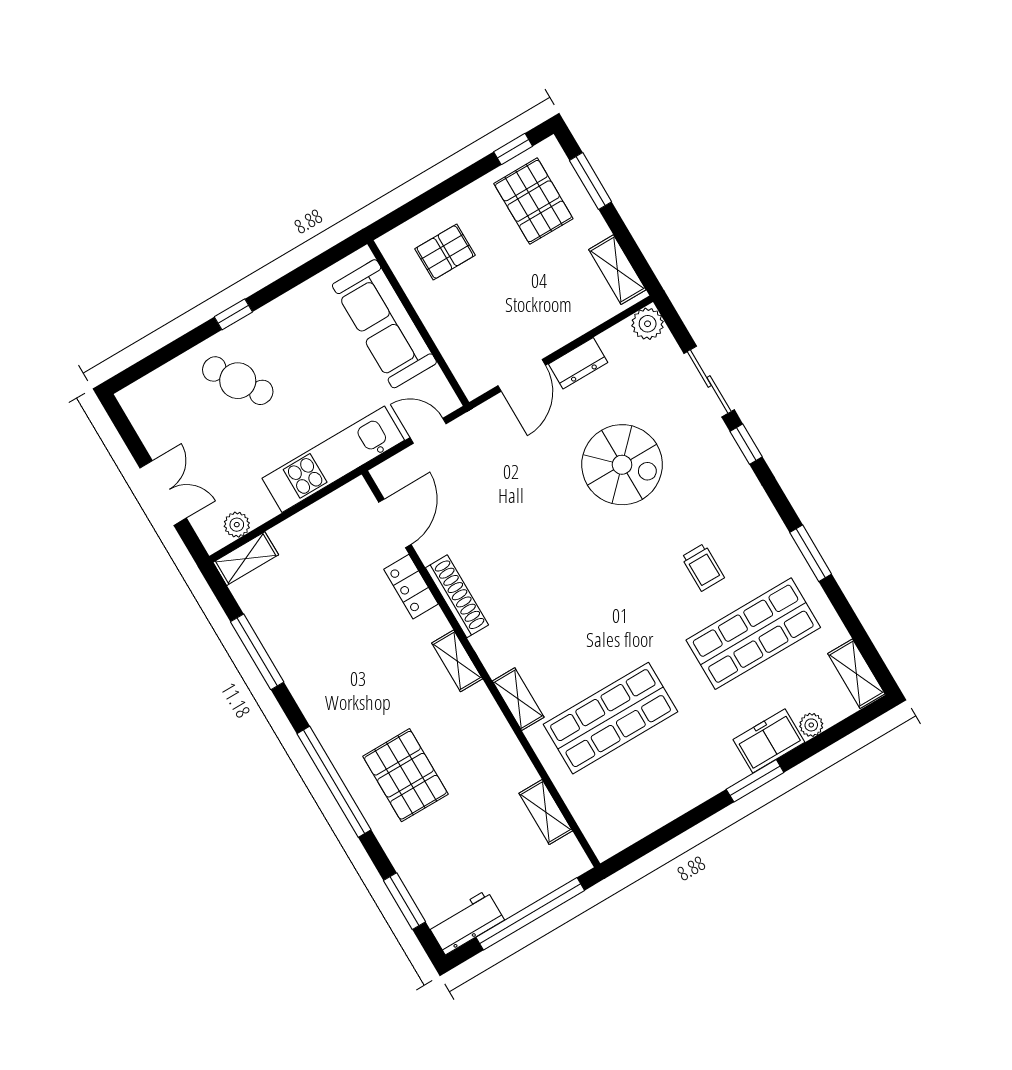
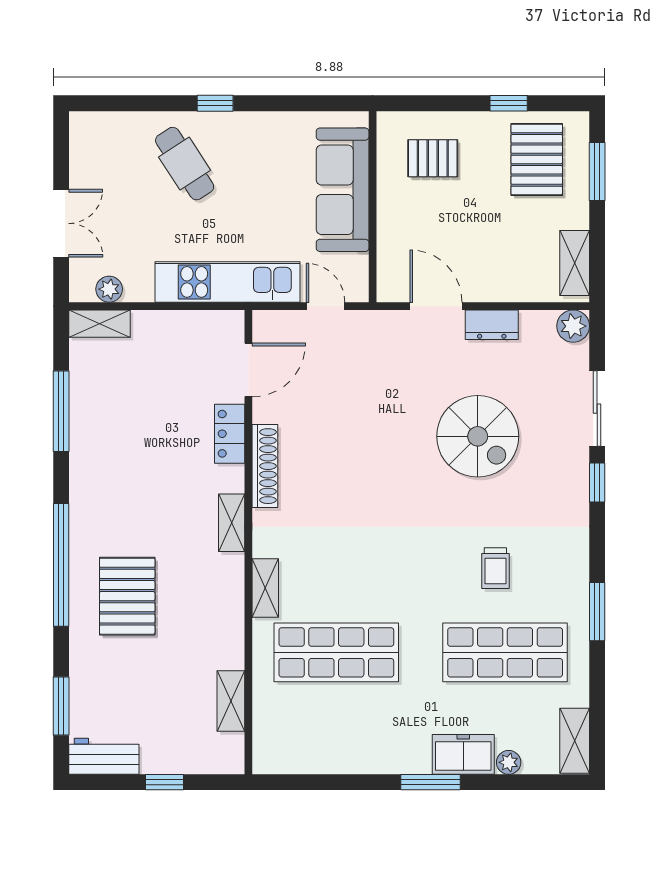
window: (513, 149) -> (509, 103), moved
door: (522, 375) -> (436, 306), swing flipped
window: (530, 914) -> (165, 782), width x0.32

